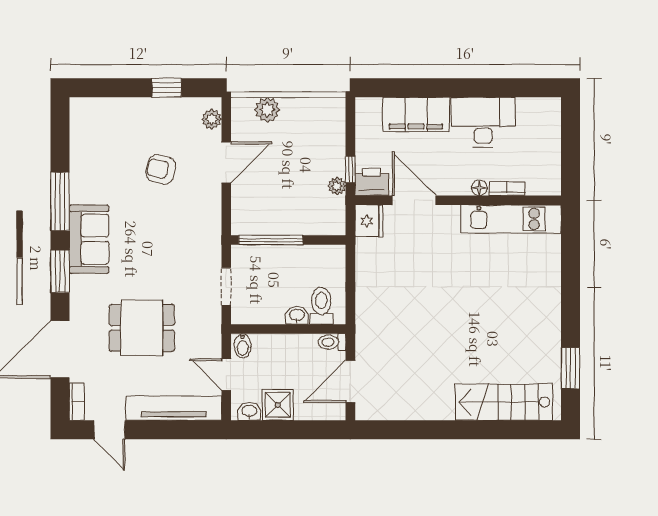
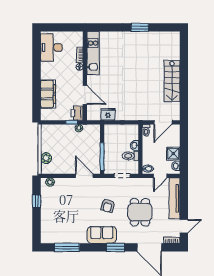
desk: (483, 122) -> (51, 47), moved
door: (226, 162) -> (84, 176), moved
armchair: (161, 169) -> (108, 206), moved
door: (414, 200) -> (85, 95), swing flipped
window: (60, 201) -> (67, 247), moved
fridge: (369, 221) -> (108, 114), moved
toilet: (321, 306) -> (130, 156), moved
window: (571, 368) -> (140, 27), moved
door: (350, 381) -> (163, 122), hinge flipped
stairs: (504, 402) -> (172, 81), moved

